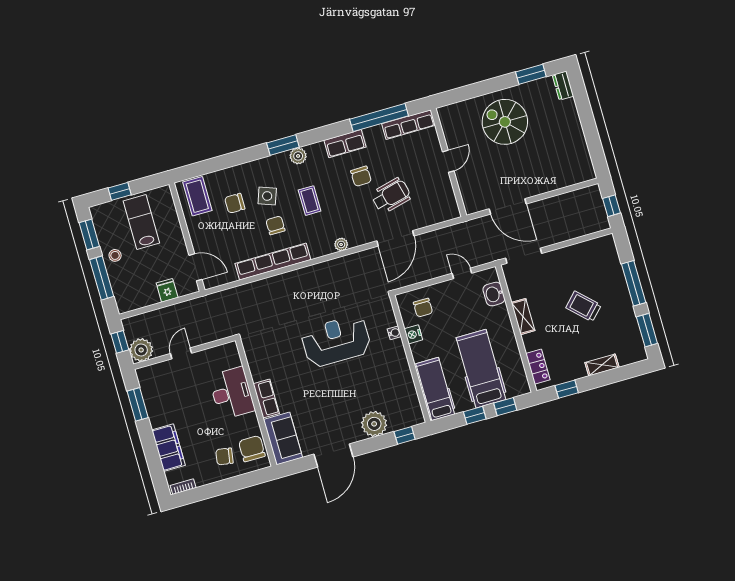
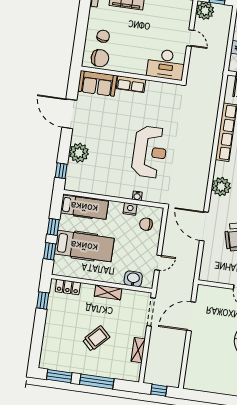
plant: (341, 244) -> (221, 187), width x1.87, depth x1.87
shelving: (602, 365) -> (138, 350), moved
desk: (232, 393) -> (166, 64), moved

